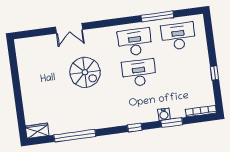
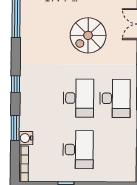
desk: (178, 36) -> (78, 150), moved
water cooler: (164, 114) -> (26, 138), moved

